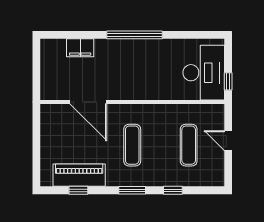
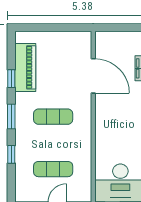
door: (88, 102) -> (93, 76), swing flipped
window: (78, 190) -> (11, 79), moved

